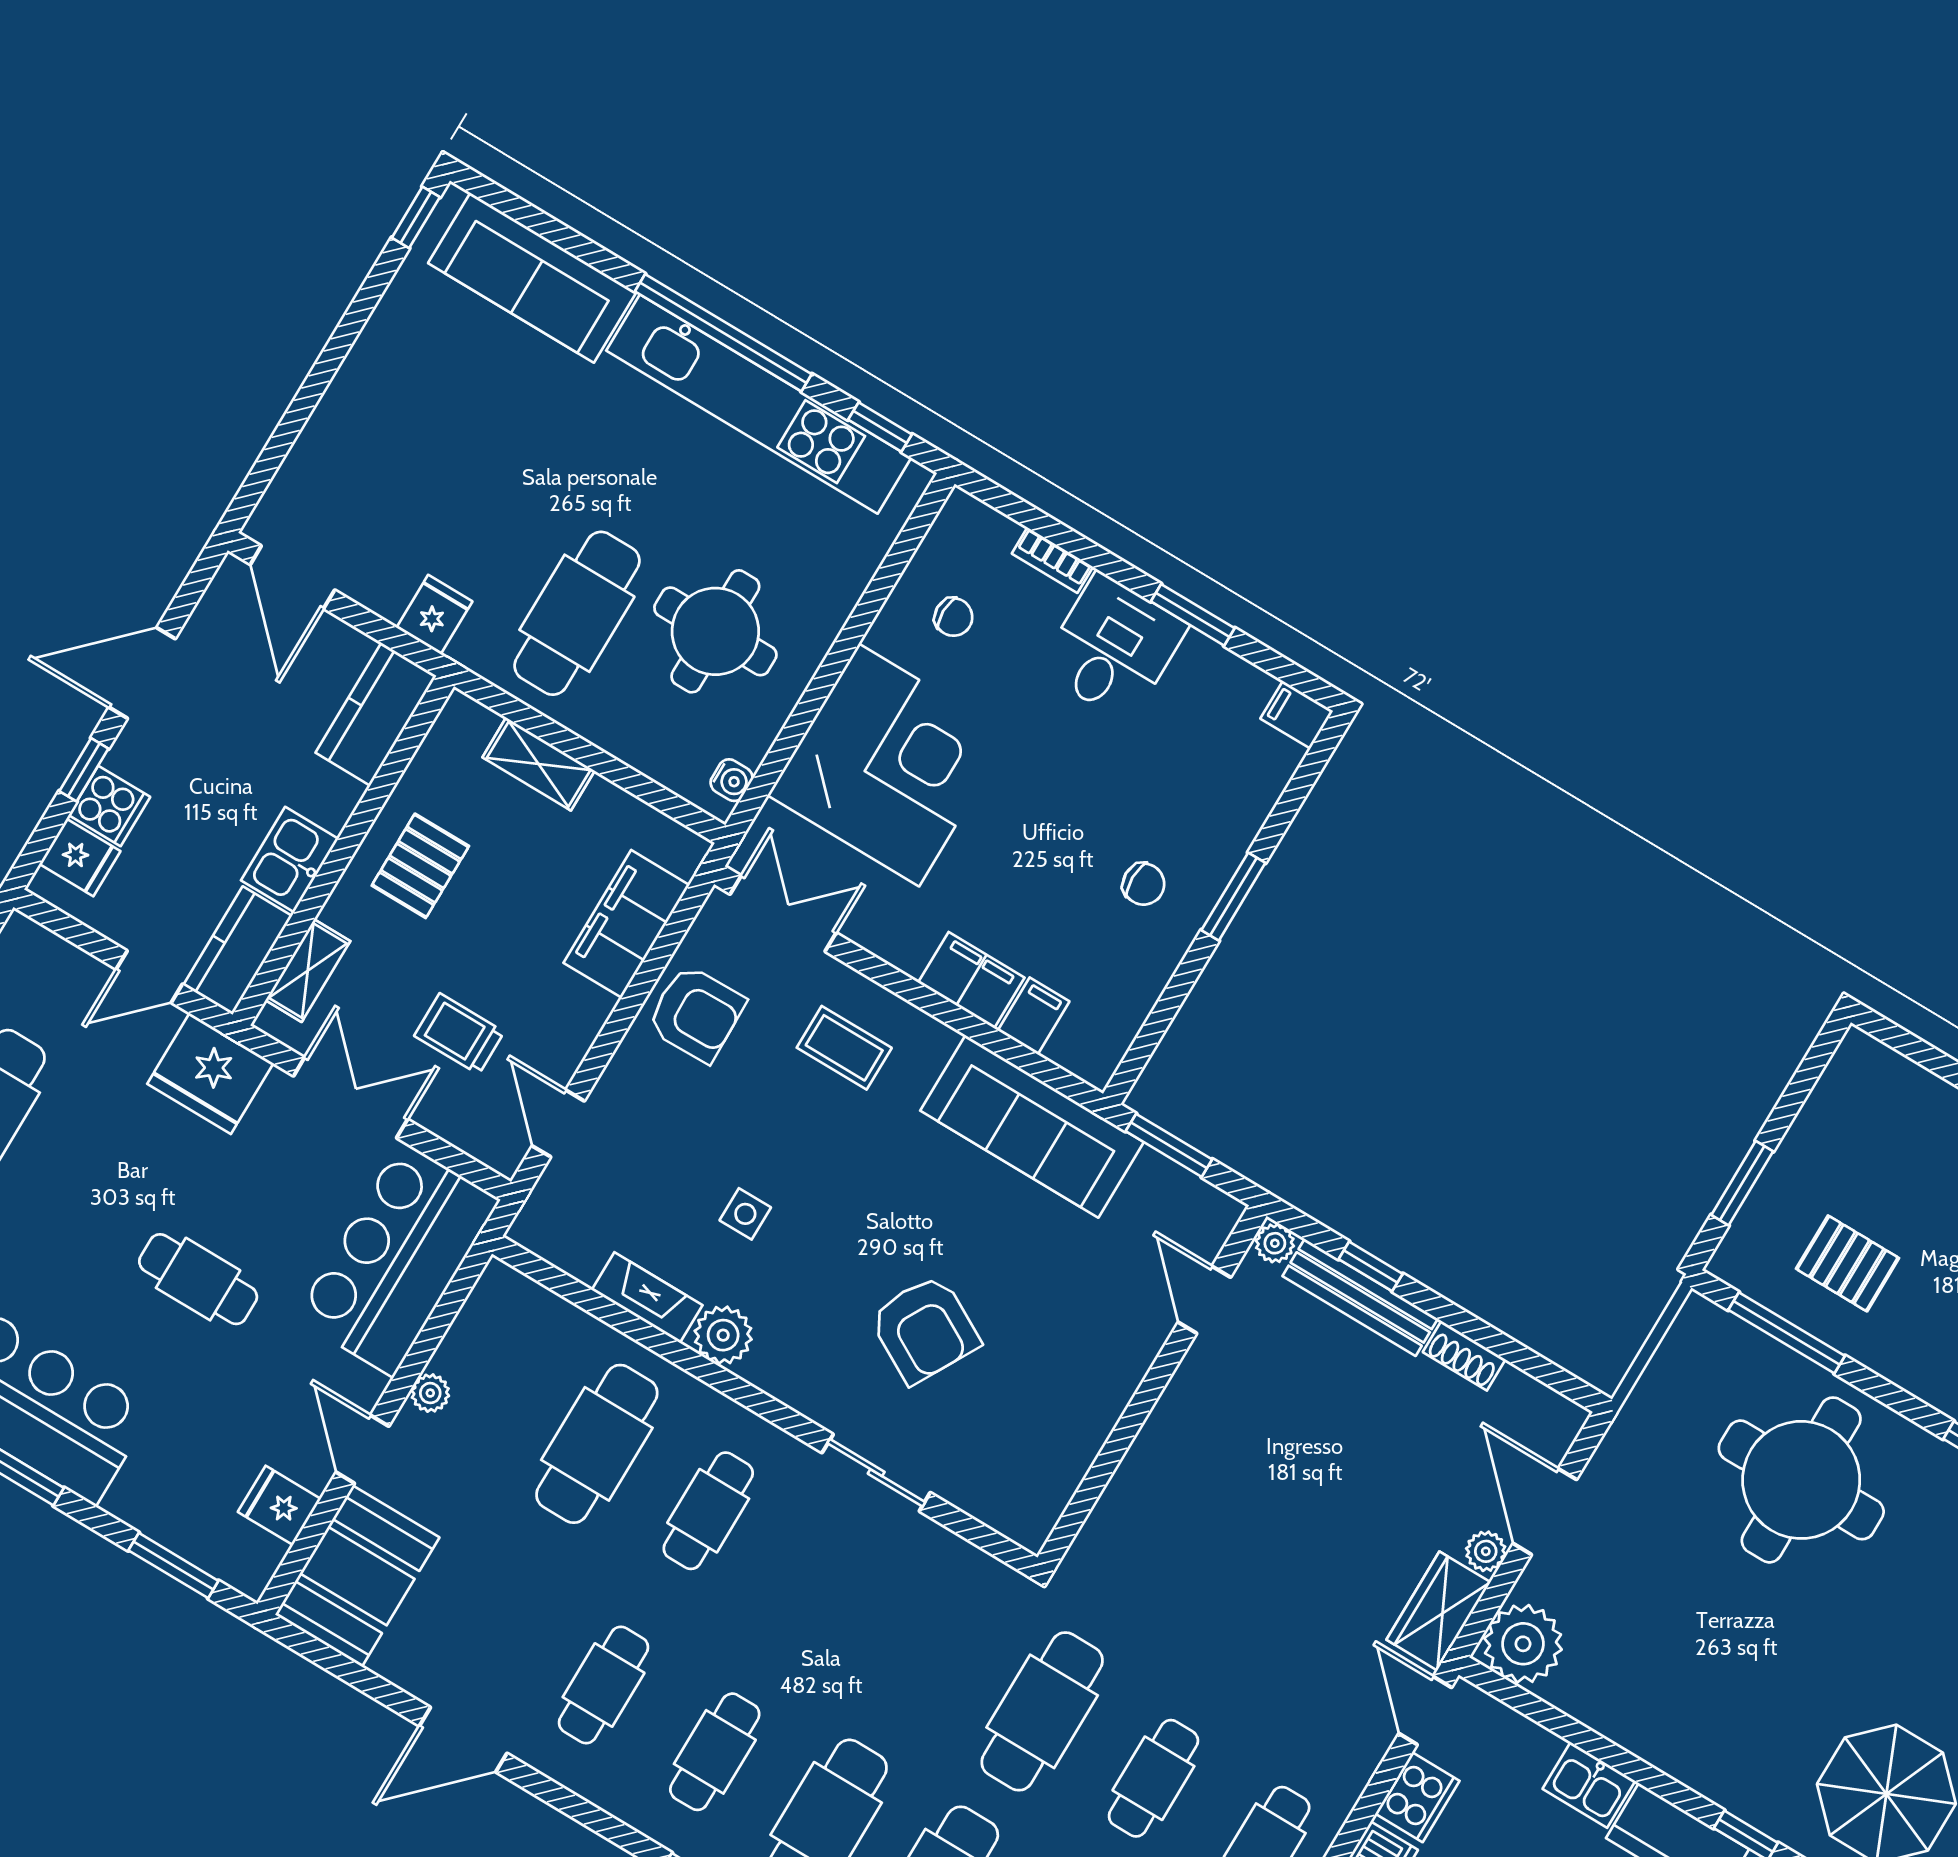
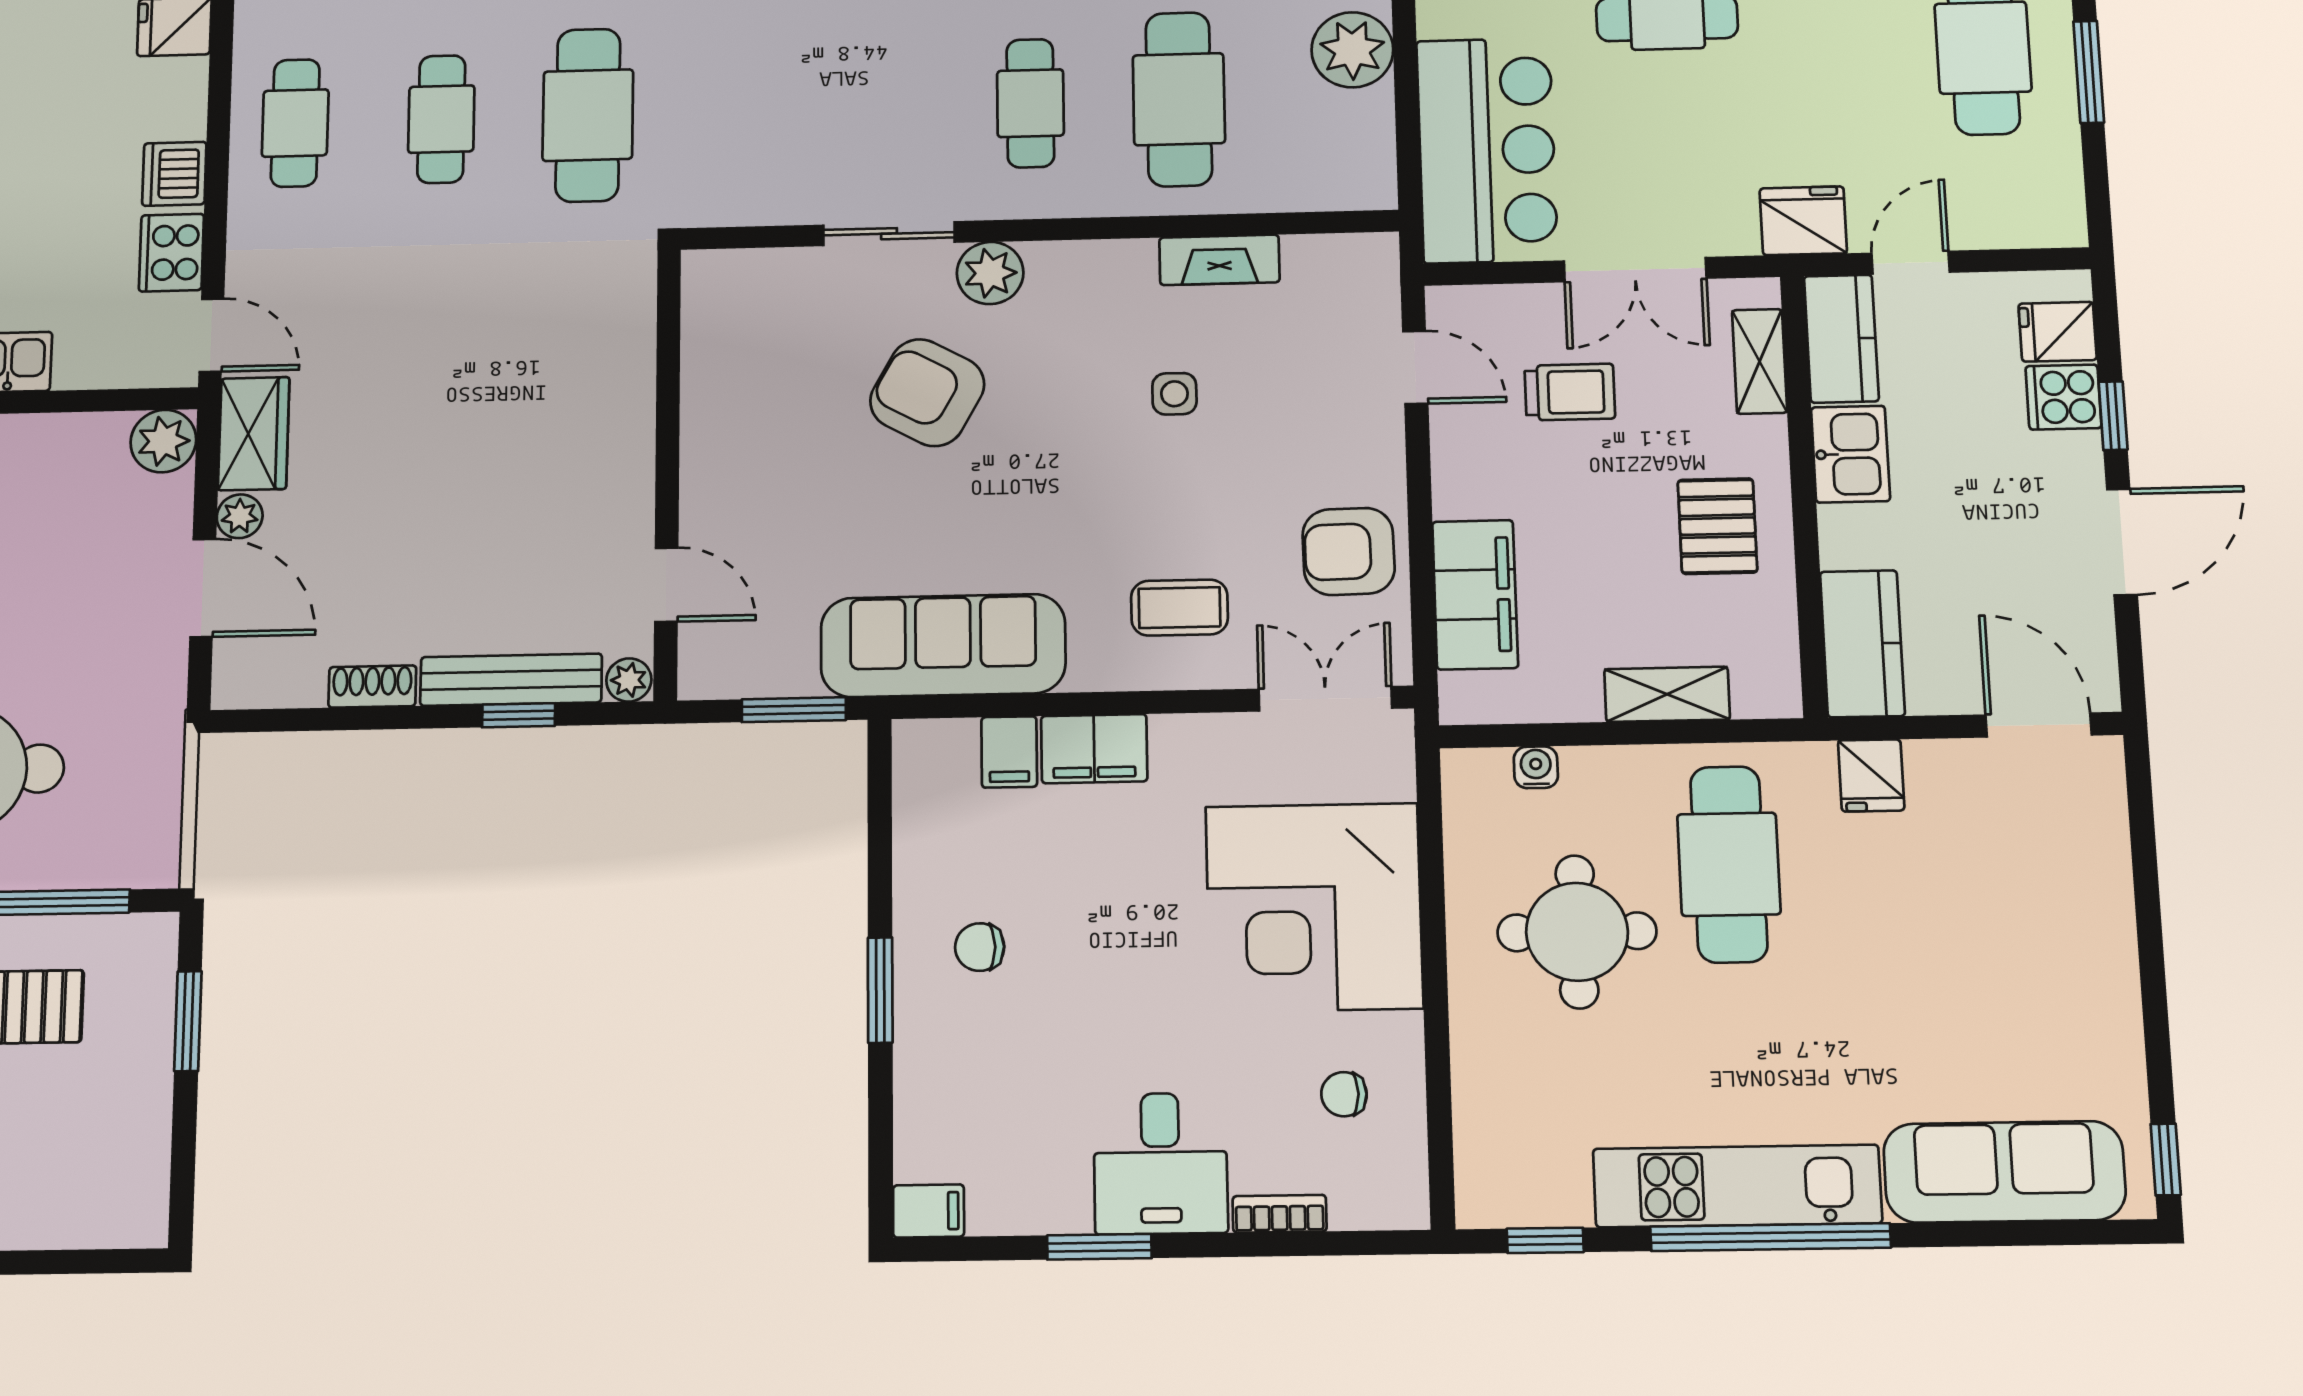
kitchen unit: (759, 404) -> (1737, 1186), width x0.73
water cooler: (732, 780) -> (1536, 767), moved, turned 90
double door: (783, 913) -> (1325, 699), swing flipped
fridge: (210, 1073) -> (1803, 221), width x0.73, depth x0.75
plant: (723, 1335) -> (990, 273), moved
plant: (430, 1393) -> (1352, 50), width x1.88, depth x1.88
plant: (1523, 1644) -> (163, 441), width x0.73, depth x0.73

